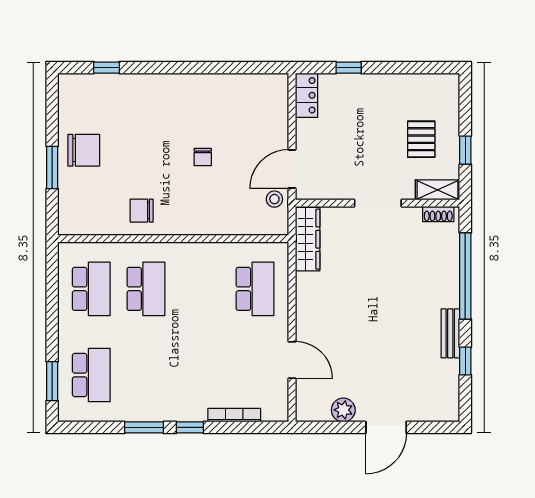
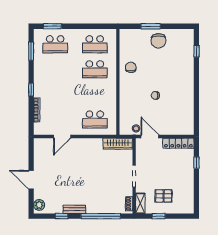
locker: (306, 95) -> (178, 143), width x1.53
plant: (343, 410) -> (39, 205), moved
window: (144, 427) -> (31, 51), moved

